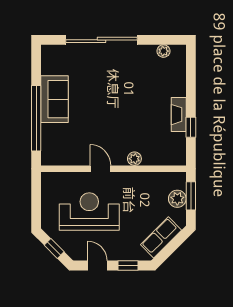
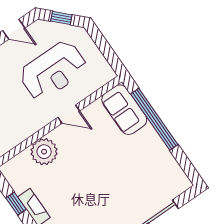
sofa: (55, 99) -> (124, 110), moved
plant: (134, 159) -> (44, 152), width x1.87, depth x1.87

